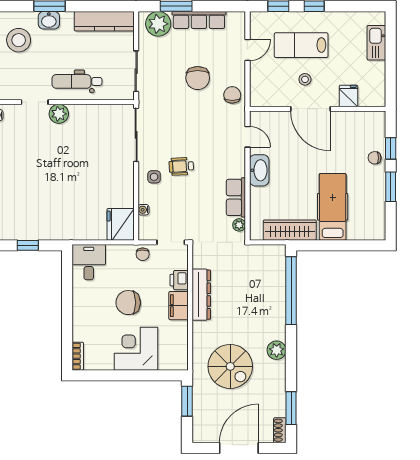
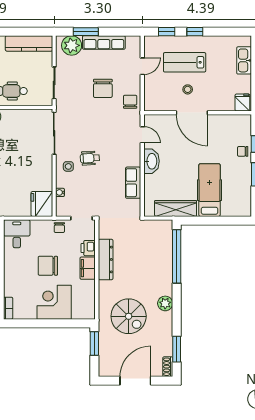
fridge: (349, 96) -> (242, 102), moved
plant: (239, 225) -> (136, 204), removed

